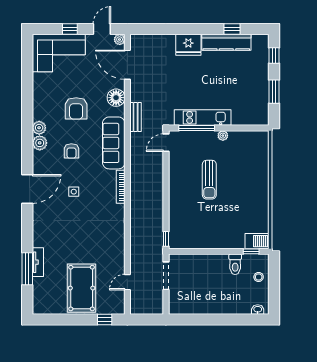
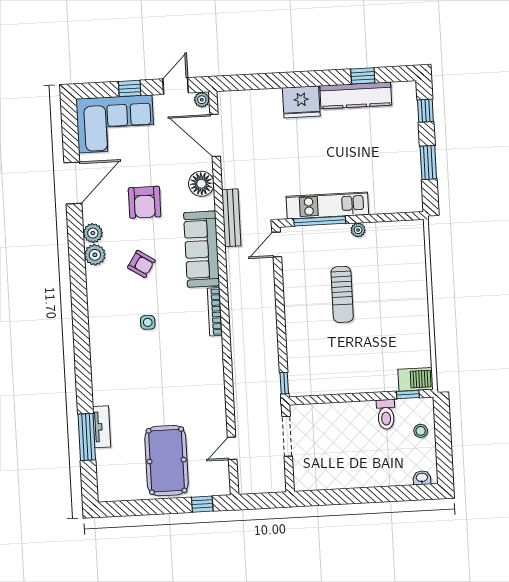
bench: (136, 117) -> (231, 218), width x1.36
armchair: (71, 151) -> (141, 264), turned -57
door: (27, 189) -> (73, 183), moved

